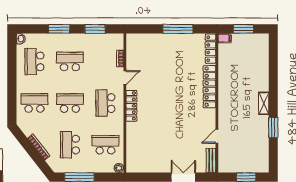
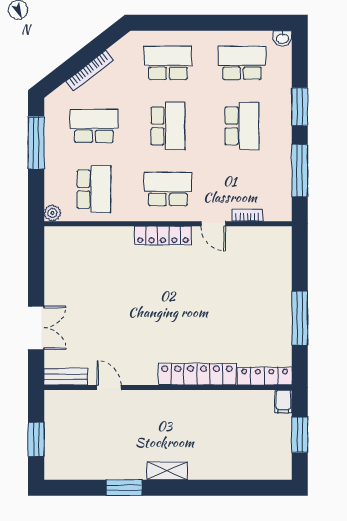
window: (95, 29) -> (300, 171), width x1.44
school desk: (34, 103) -> (168, 63), turned -90

